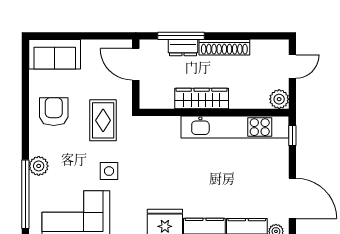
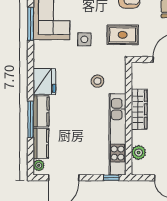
plant: (279, 99) -> (139, 153), moved
stool: (164, 154) -> (97, 81), added

